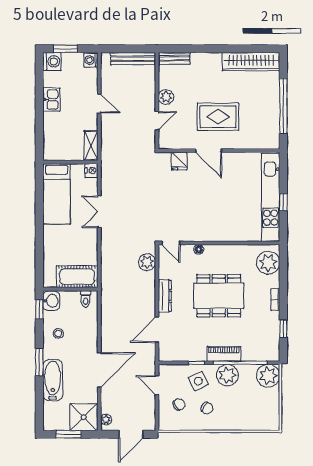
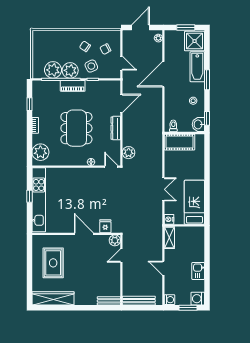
plant: (166, 97) -> (115, 240), moved
window: (283, 106) -> (29, 266), removed
rug: (218, 117) -> (53, 263), moved, turned 90
dining table: (219, 296) -> (76, 128), turned 90
plant: (268, 376) -> (53, 70), moved
shower: (84, 417) -> (195, 41), moved

